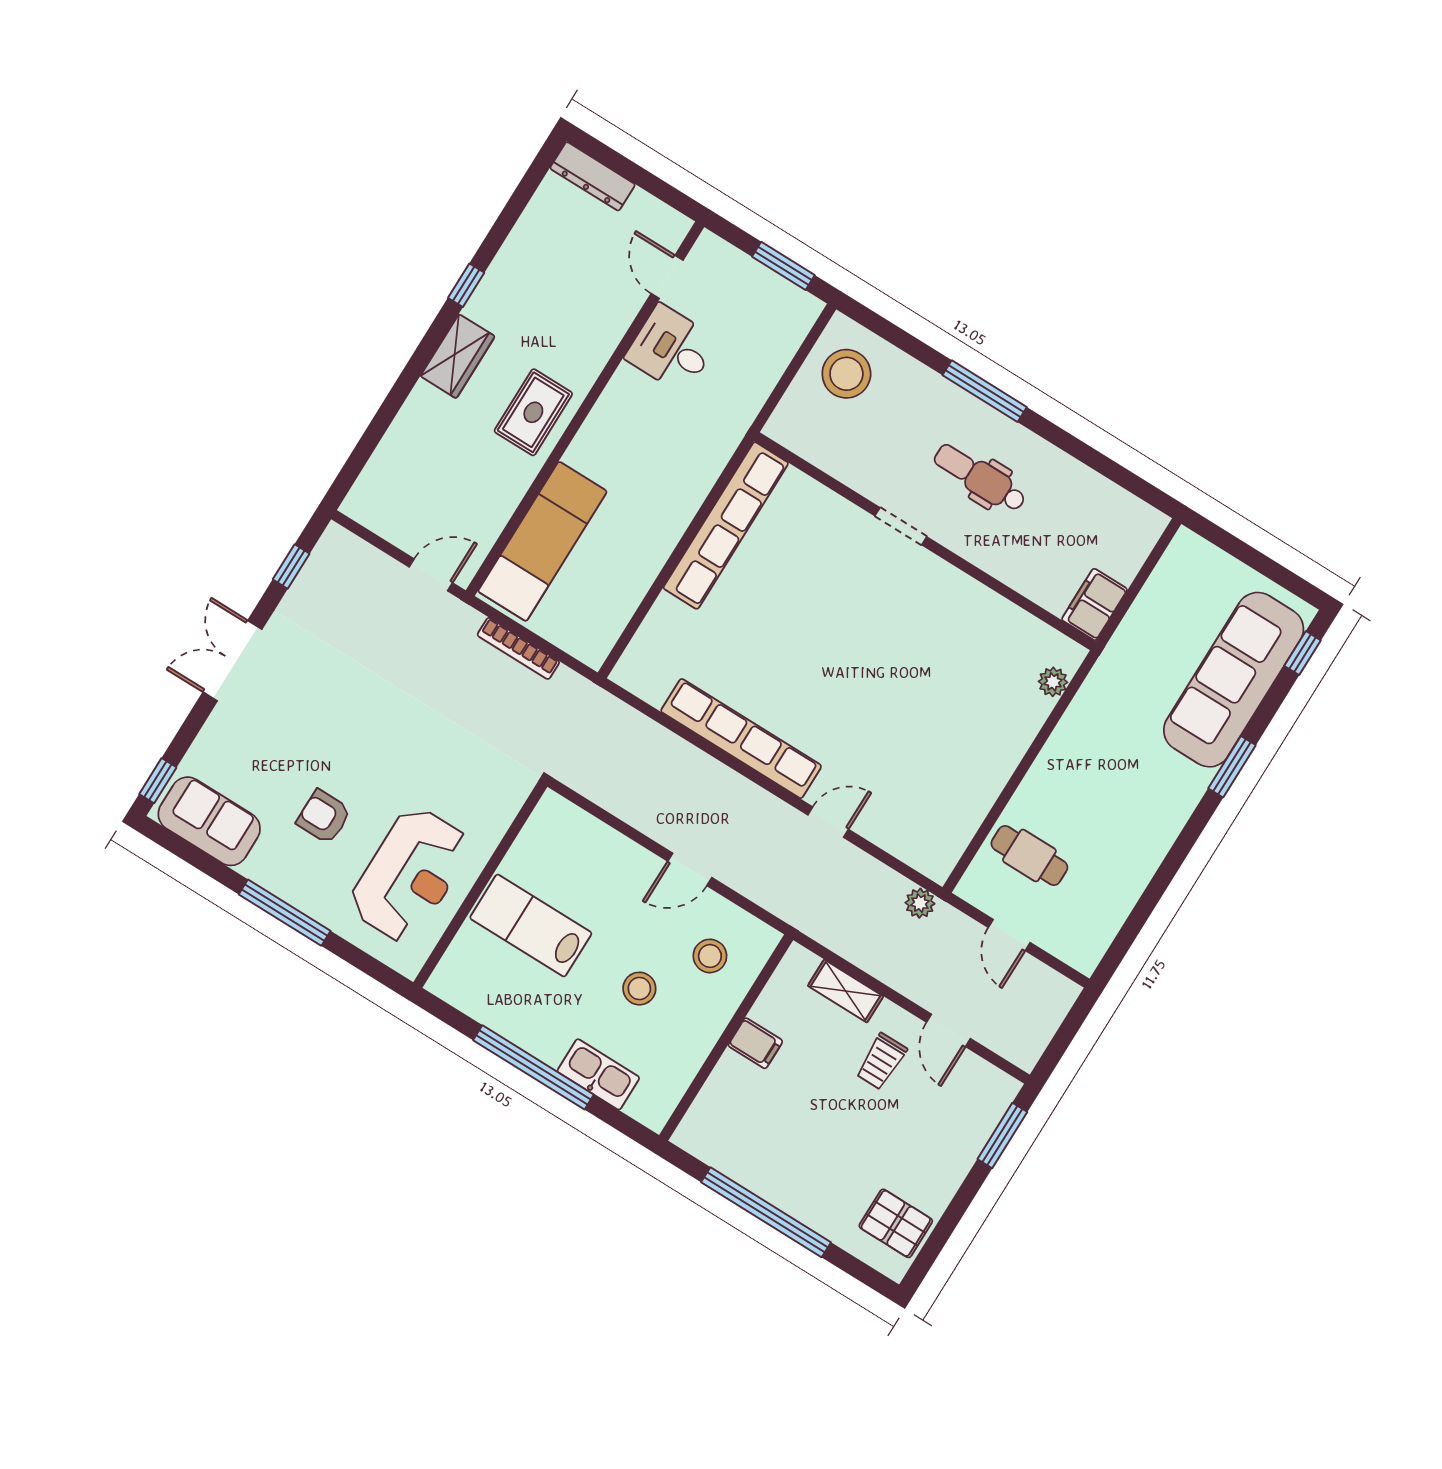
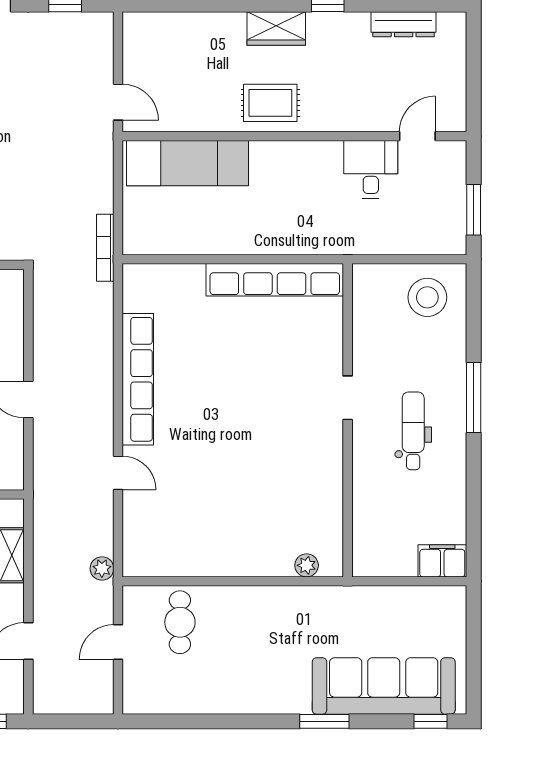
dresser: (593, 176) -> (404, 24), moved, turned -90
filing cabinet: (1095, 604) -> (442, 561), moved
bookcase: (518, 648) -> (105, 248), moved

